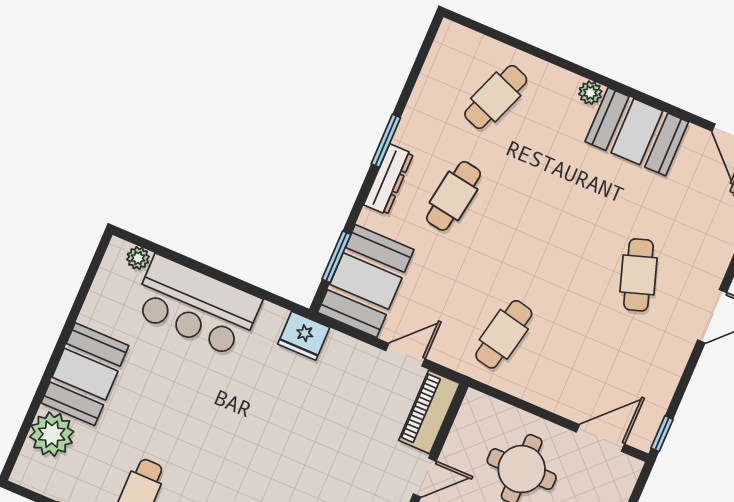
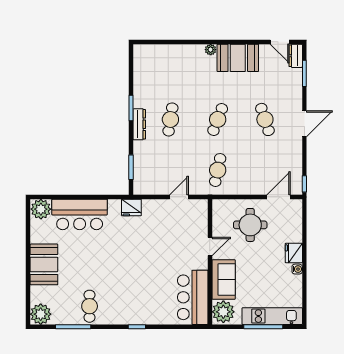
cafe table: (496, 97) -> (218, 119), moved
plant: (138, 258) -> (41, 209), width x1.87, depth x1.87
booth: (366, 281) -> (148, 172), removed
piano: (429, 412) -> (200, 217), removed
plant: (52, 434) -> (41, 314), moved

